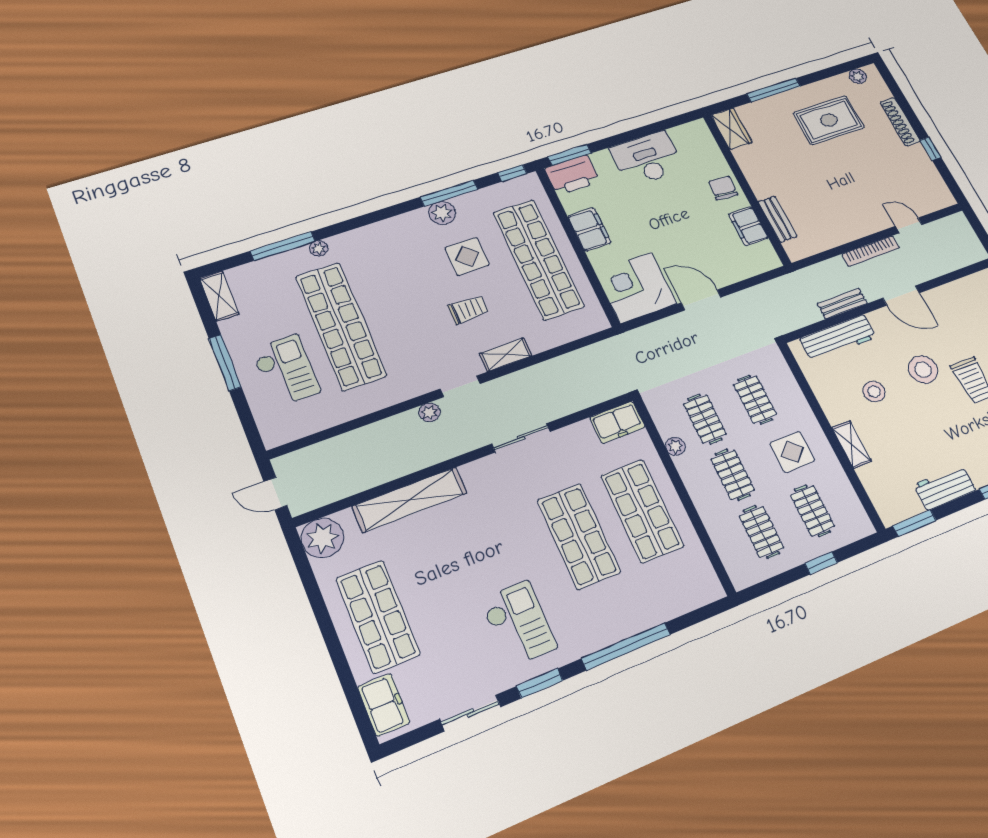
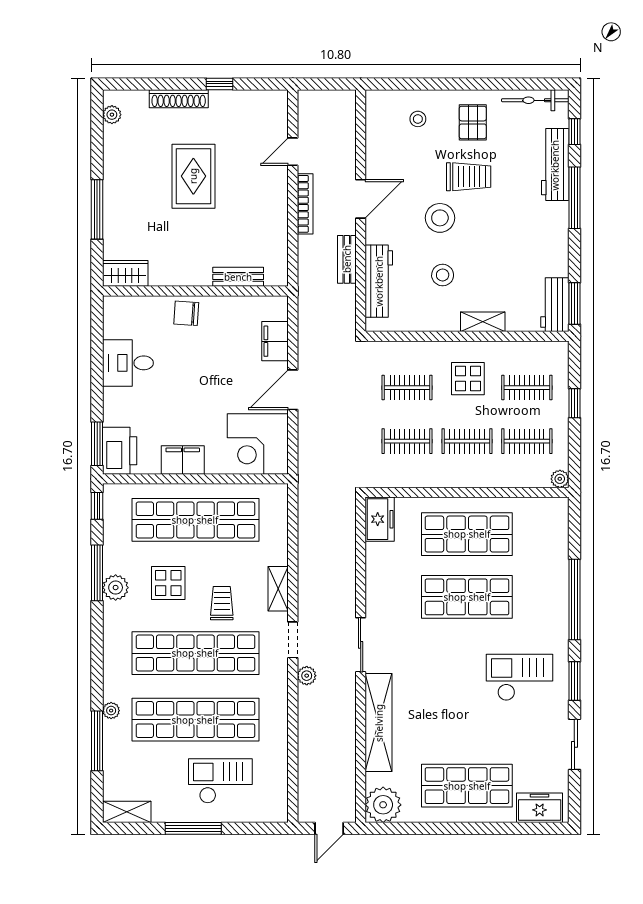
rug: (829, 120) -> (193, 176), moved
desk: (647, 159) -> (128, 363), width x0.73
filing cabinet: (748, 226) -> (275, 341), moved, turned 90
shop shelf: (408, 303) -> (195, 653), added
sliding door: (521, 438) -> (361, 645), moved
plant: (675, 446) -> (560, 479), moved
workbench: (945, 488) -> (555, 305), moved

